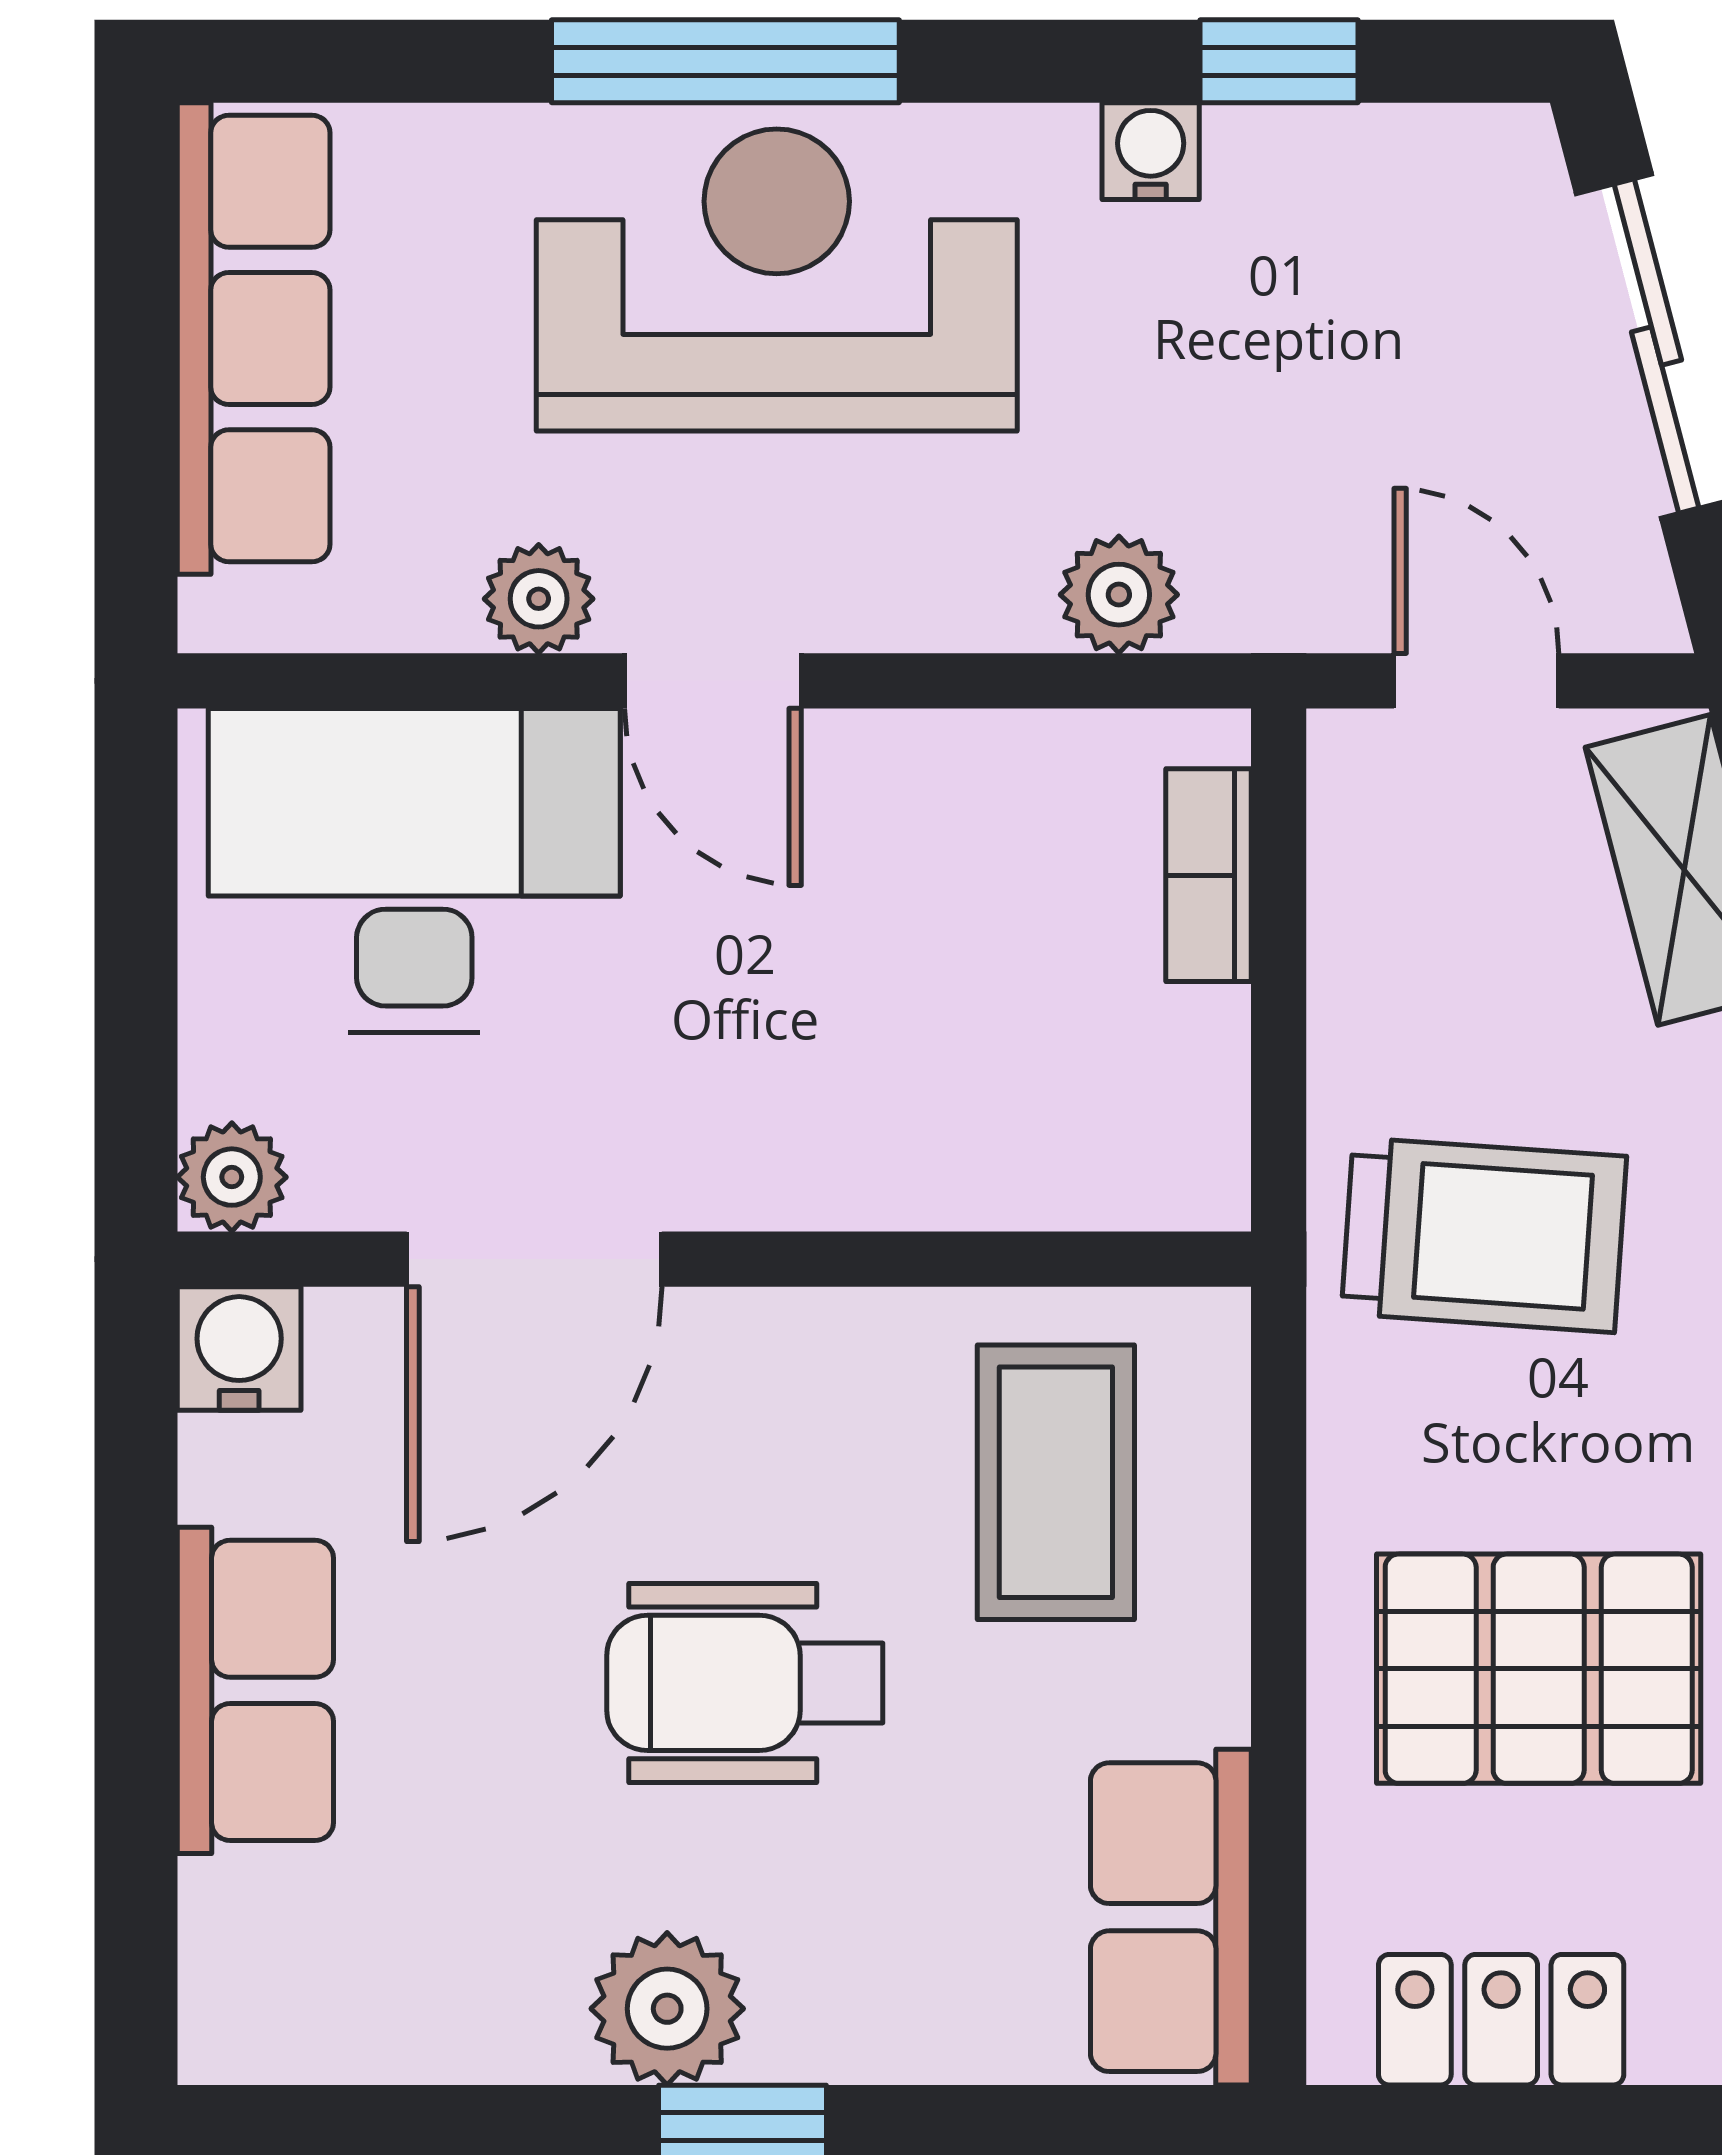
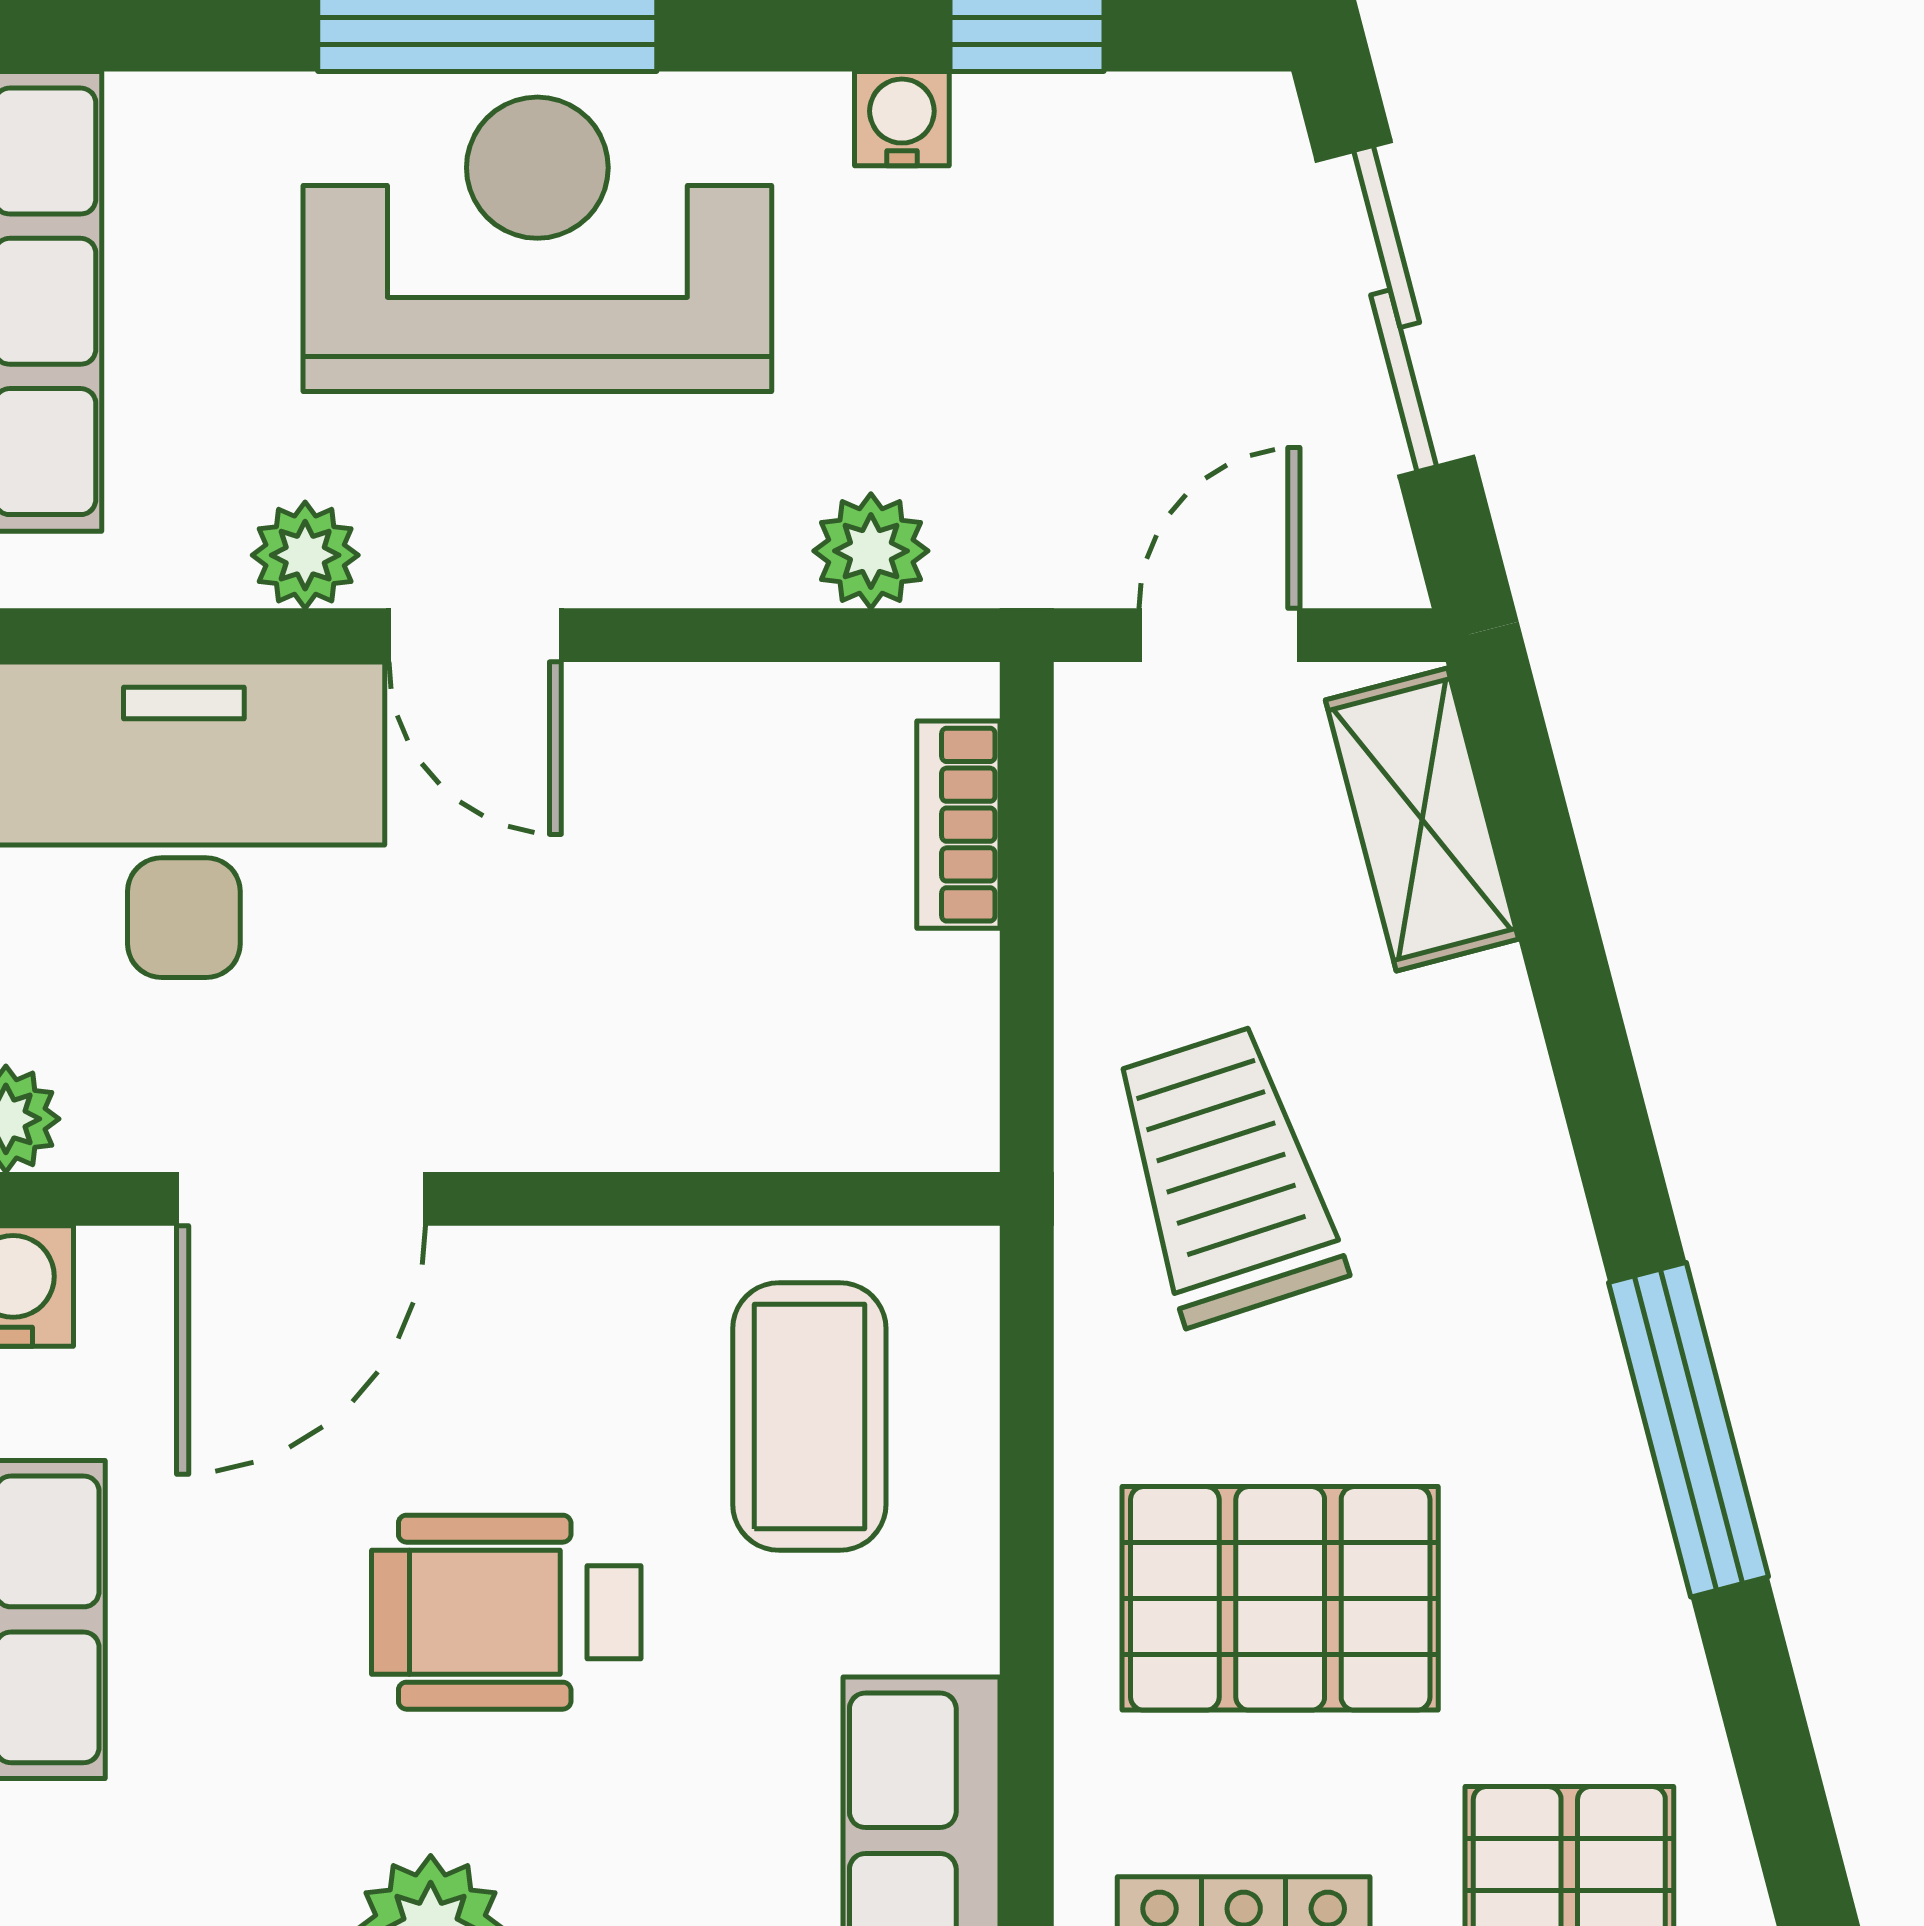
door: (1476, 681) -> (1220, 635), hinge flipped
trolley: (1484, 1235) -> (1227, 1175), turned -112

